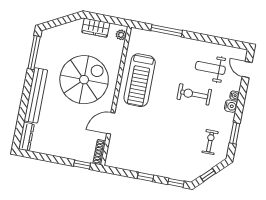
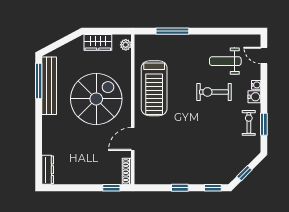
bench: (36, 95) -> (49, 86), moved
exercise bike: (210, 142) -> (249, 123), moved

